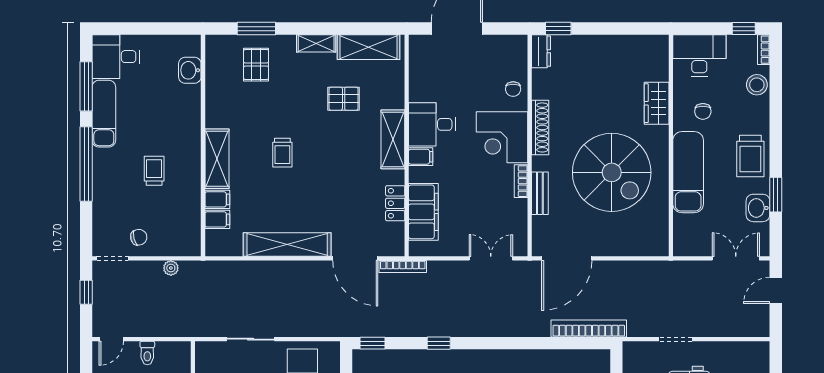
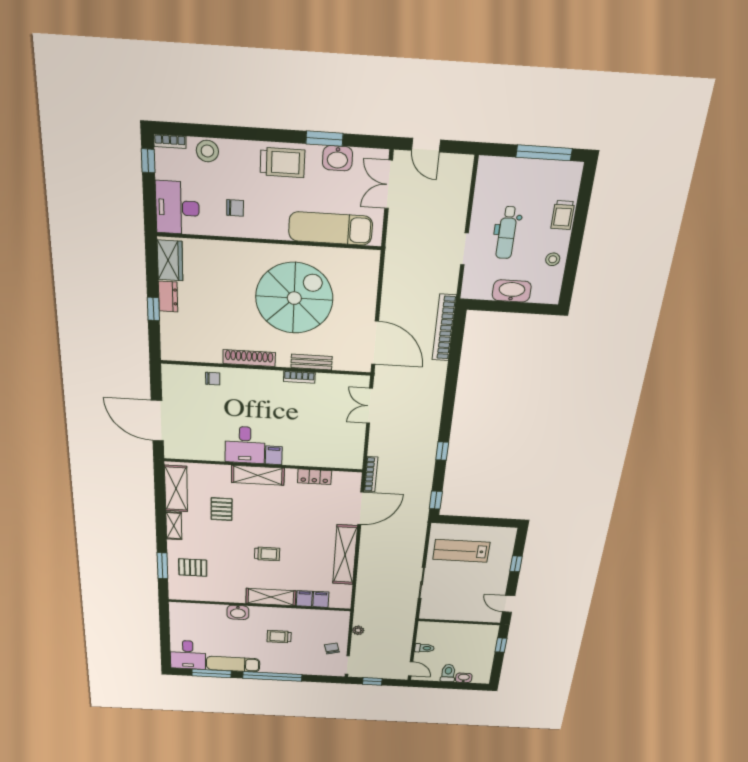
window: (558, 29) -> (153, 309), moved
dresser: (541, 51) -> (168, 297), moved, turned 90
washbasin: (190, 70) -> (238, 612), moved
wardrobe: (657, 103) -> (170, 260), moved, turned -90
corner desk: (502, 137) -> (258, 390), removed
exam couch: (688, 172) -> (331, 228), moved
filing cabinet: (423, 212) -> (323, 456), removed

